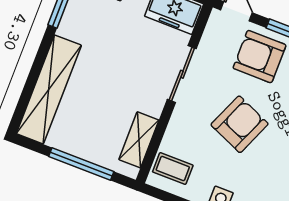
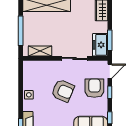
coffee table: (173, 169) -> (34, 70), removed

